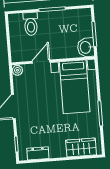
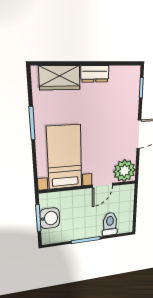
washbasin: (86, 47) -> (50, 218), moved
plant: (17, 70) -> (124, 171), width x1.88, depth x1.88
dresser: (38, 153) -> (95, 74), moved

